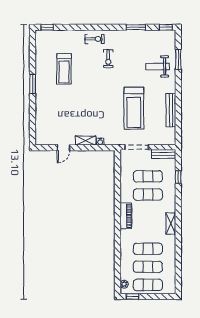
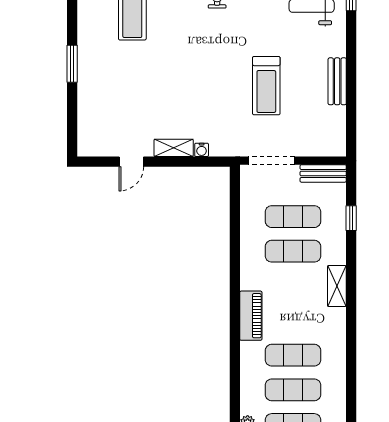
window: (33, 84) -> (72, 64), moved
treadmill: (134, 108) -> (266, 86), width x0.73, depth x0.73
bench: (171, 110) -> (337, 81), width x0.73
piano: (126, 216) -> (251, 316), moved
shelving: (171, 224) -> (337, 286), moved

